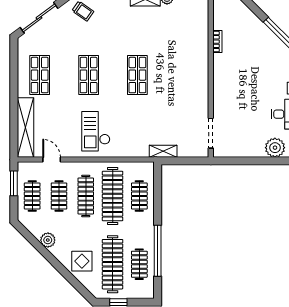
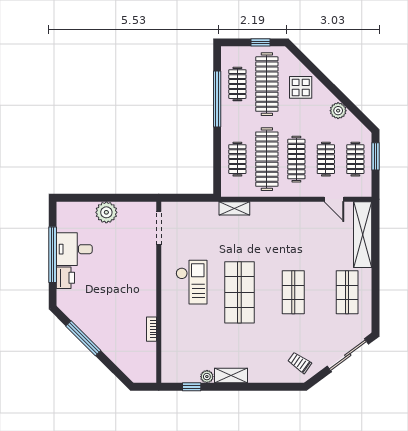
shop shelf: (137, 75) -> (239, 292), width x1.43, depth x1.36
checkout: (96, 131) -> (192, 282), moved
plant: (275, 148) -> (106, 212), moved
shelving: (163, 151) -> (234, 208), moved
window: (14, 183) -> (376, 156), moved

